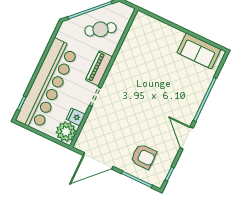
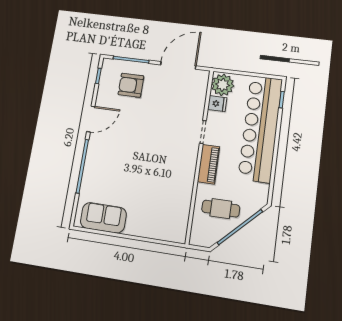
cafe table: (100, 29) -> (221, 209), turned 34
door: (187, 138) -> (91, 119), hinge flipped

